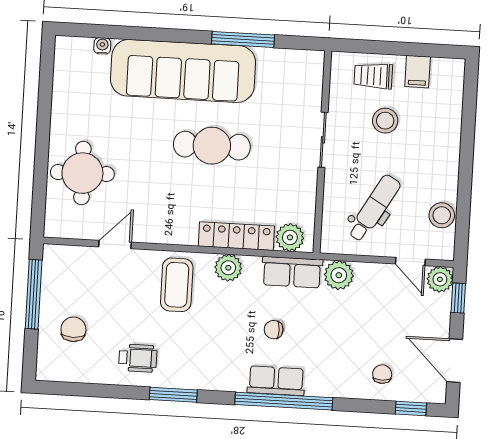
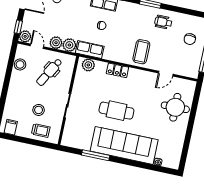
filing cabinet: (418, 72) -> (11, 127), moved
locker: (236, 236) -> (117, 70), width x0.66
plant: (228, 268) -> (56, 43), moved

